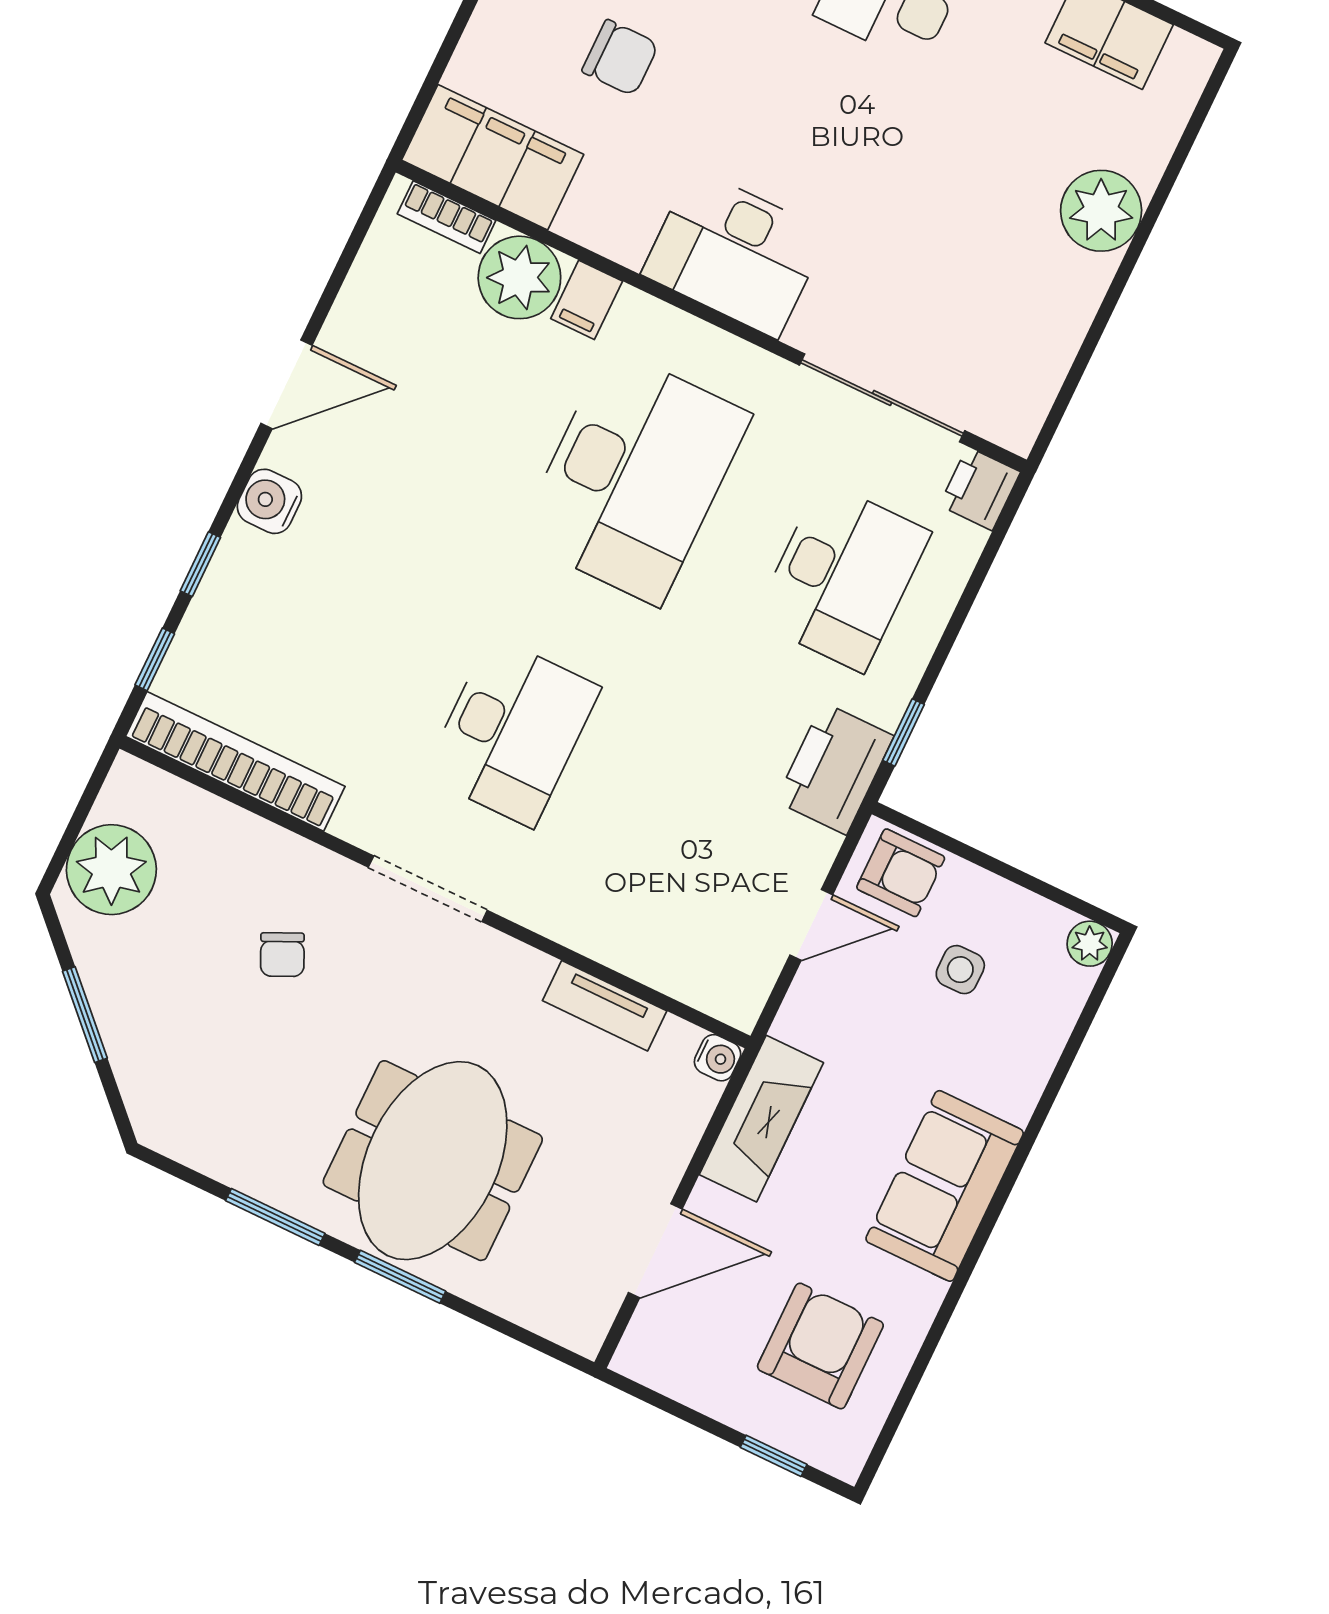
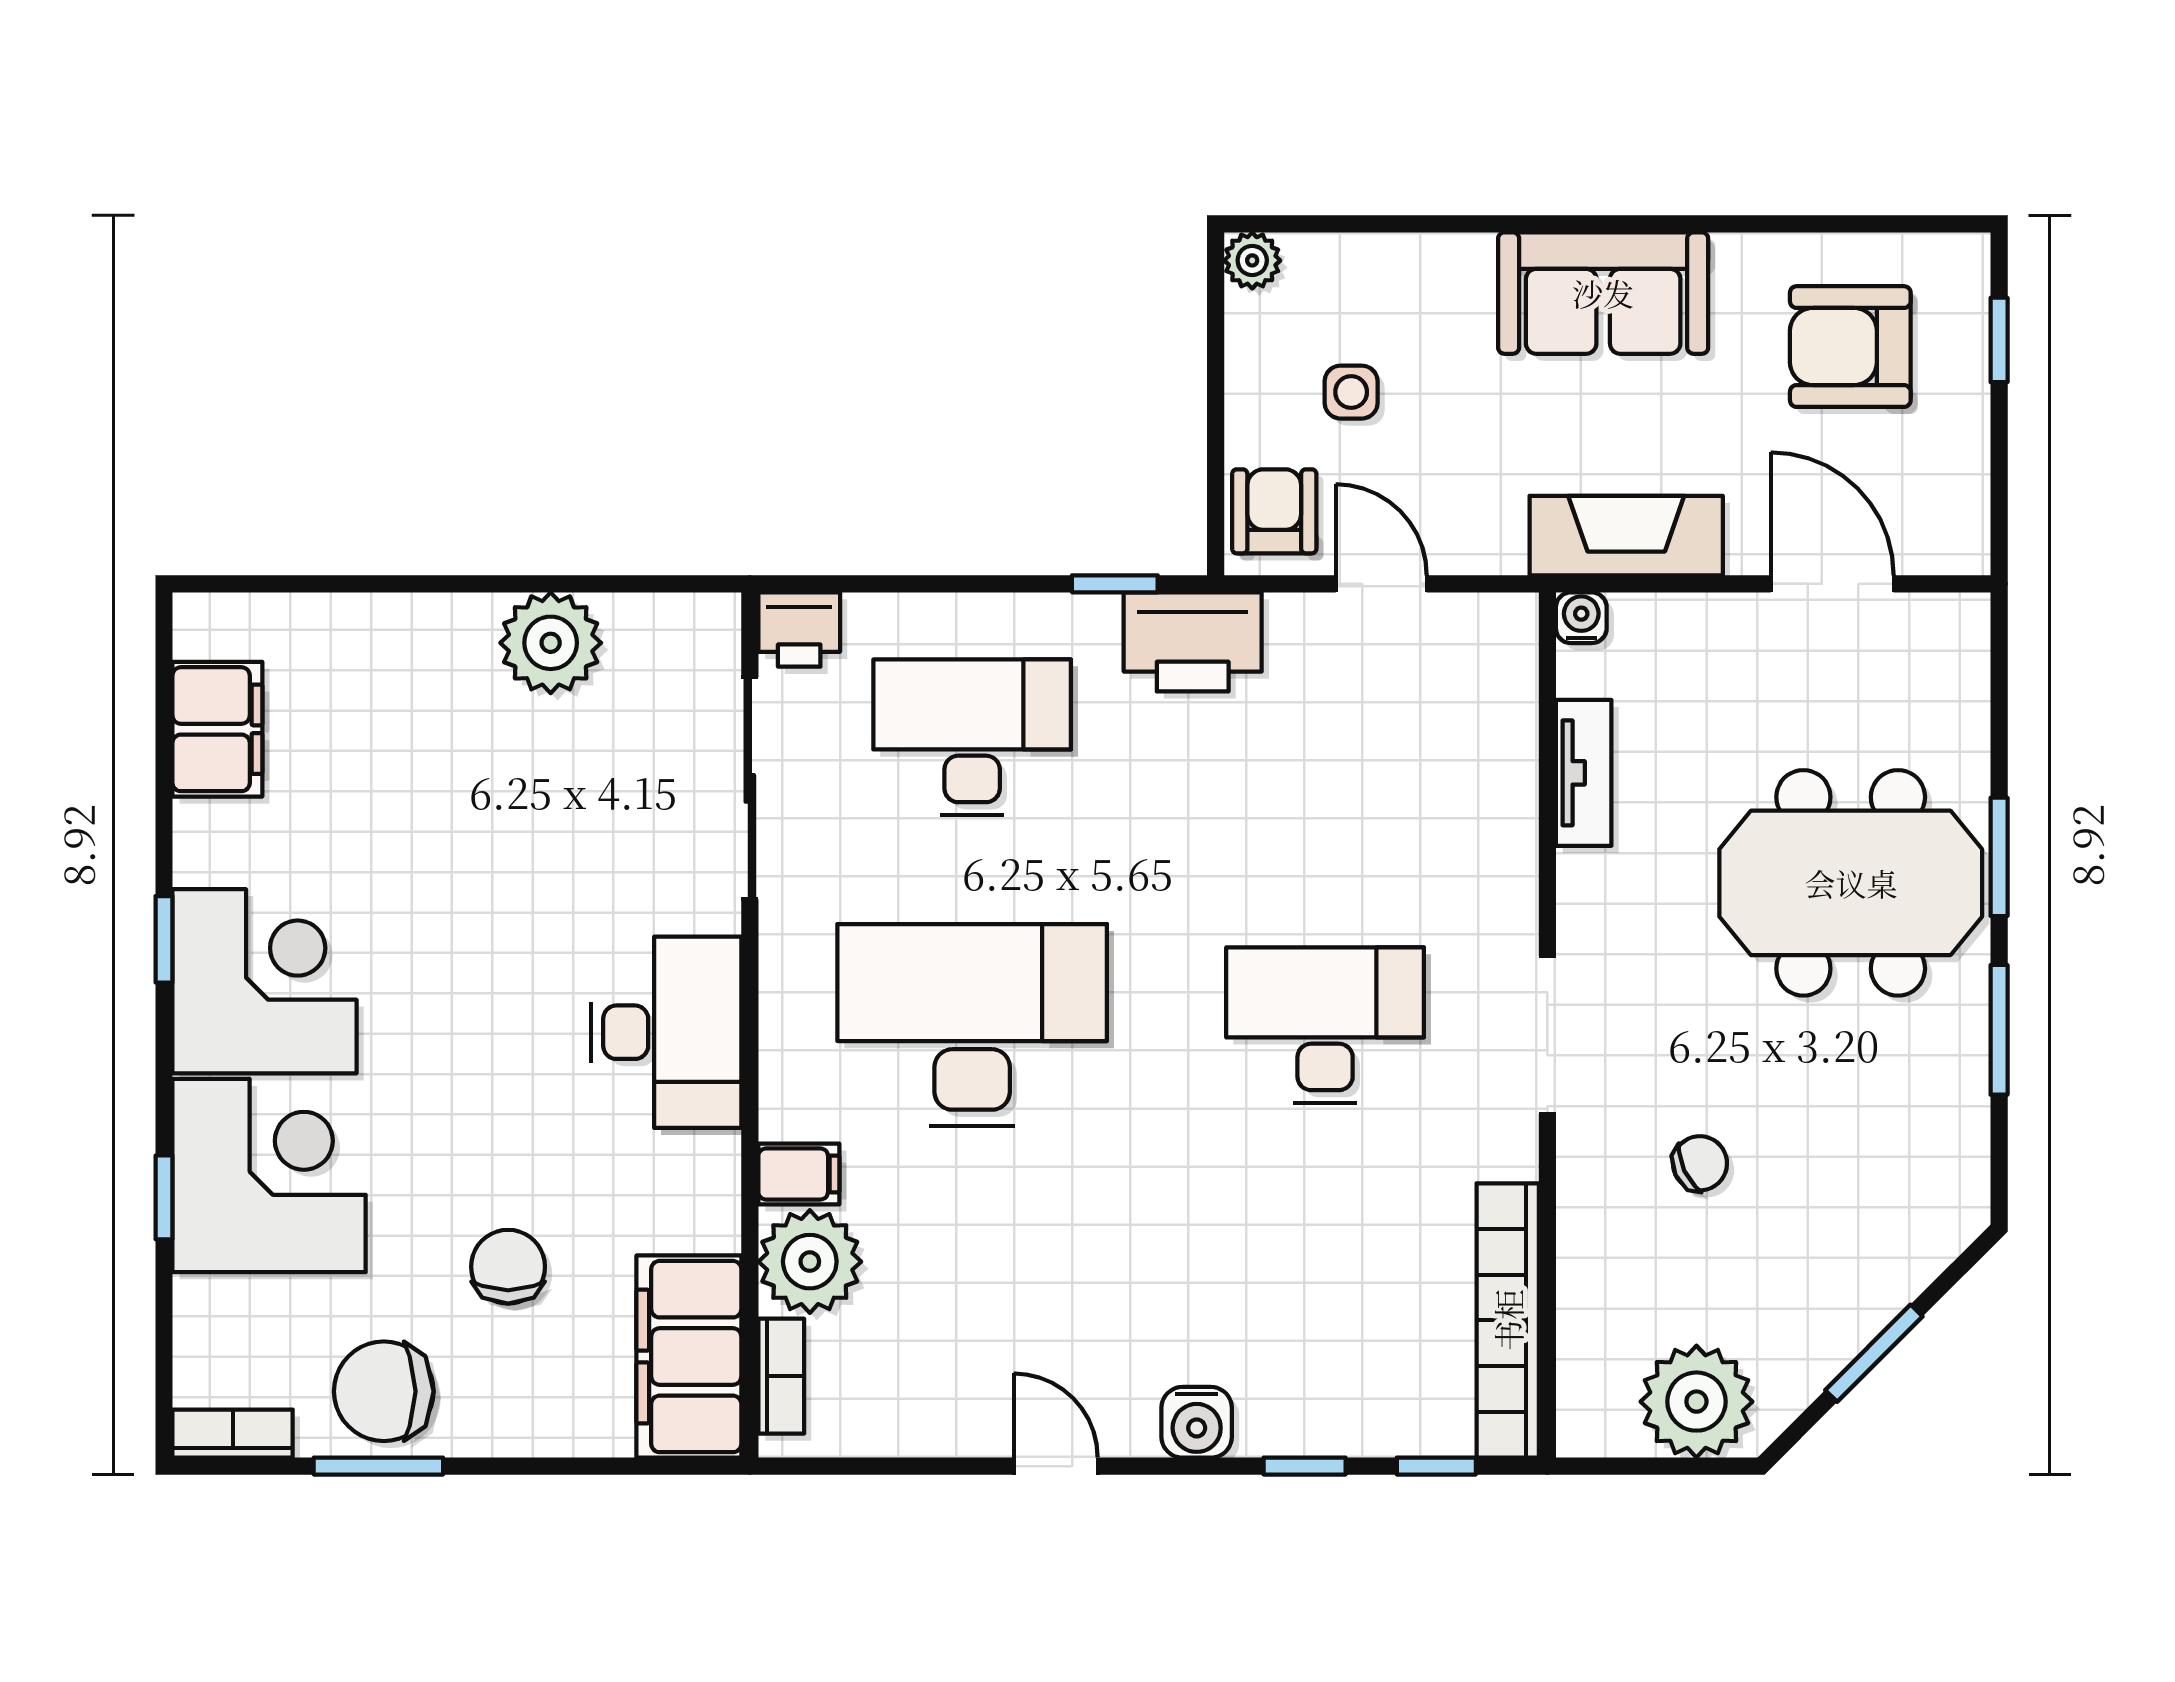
plant: (1101, 211) -> (551, 643), moved
door: (287, 384) -> (1056, 1466), width x0.73

